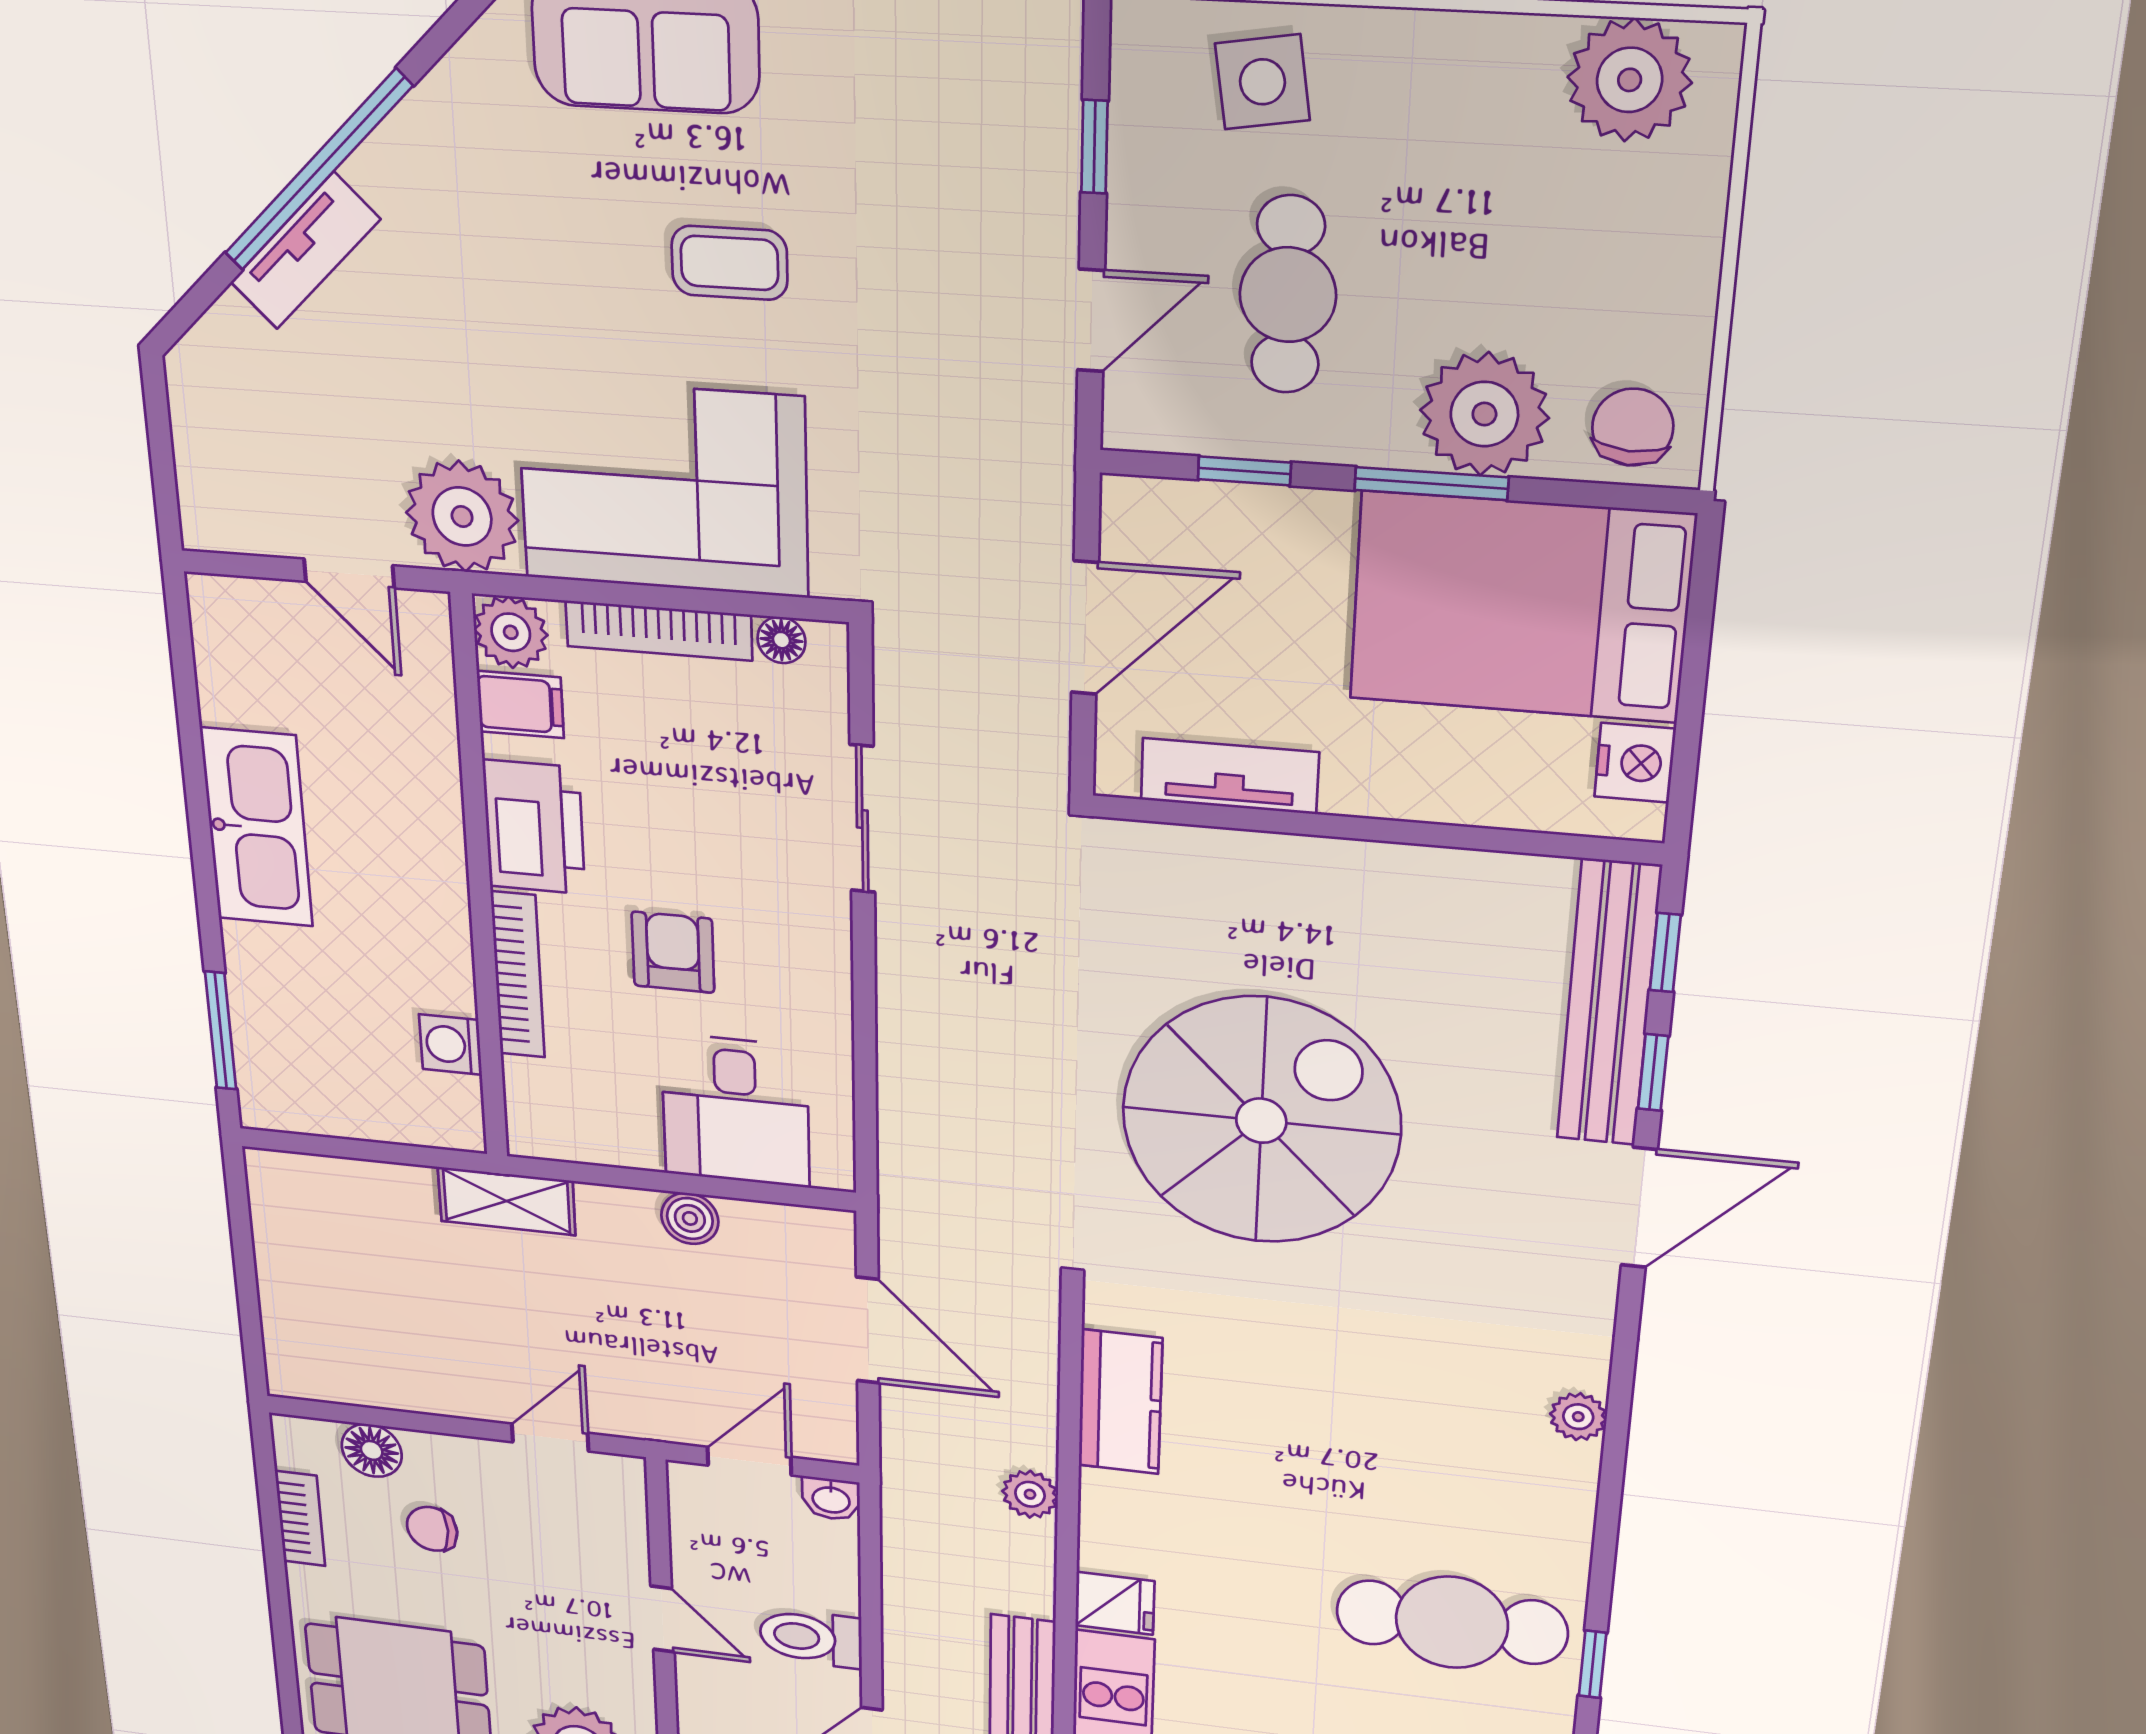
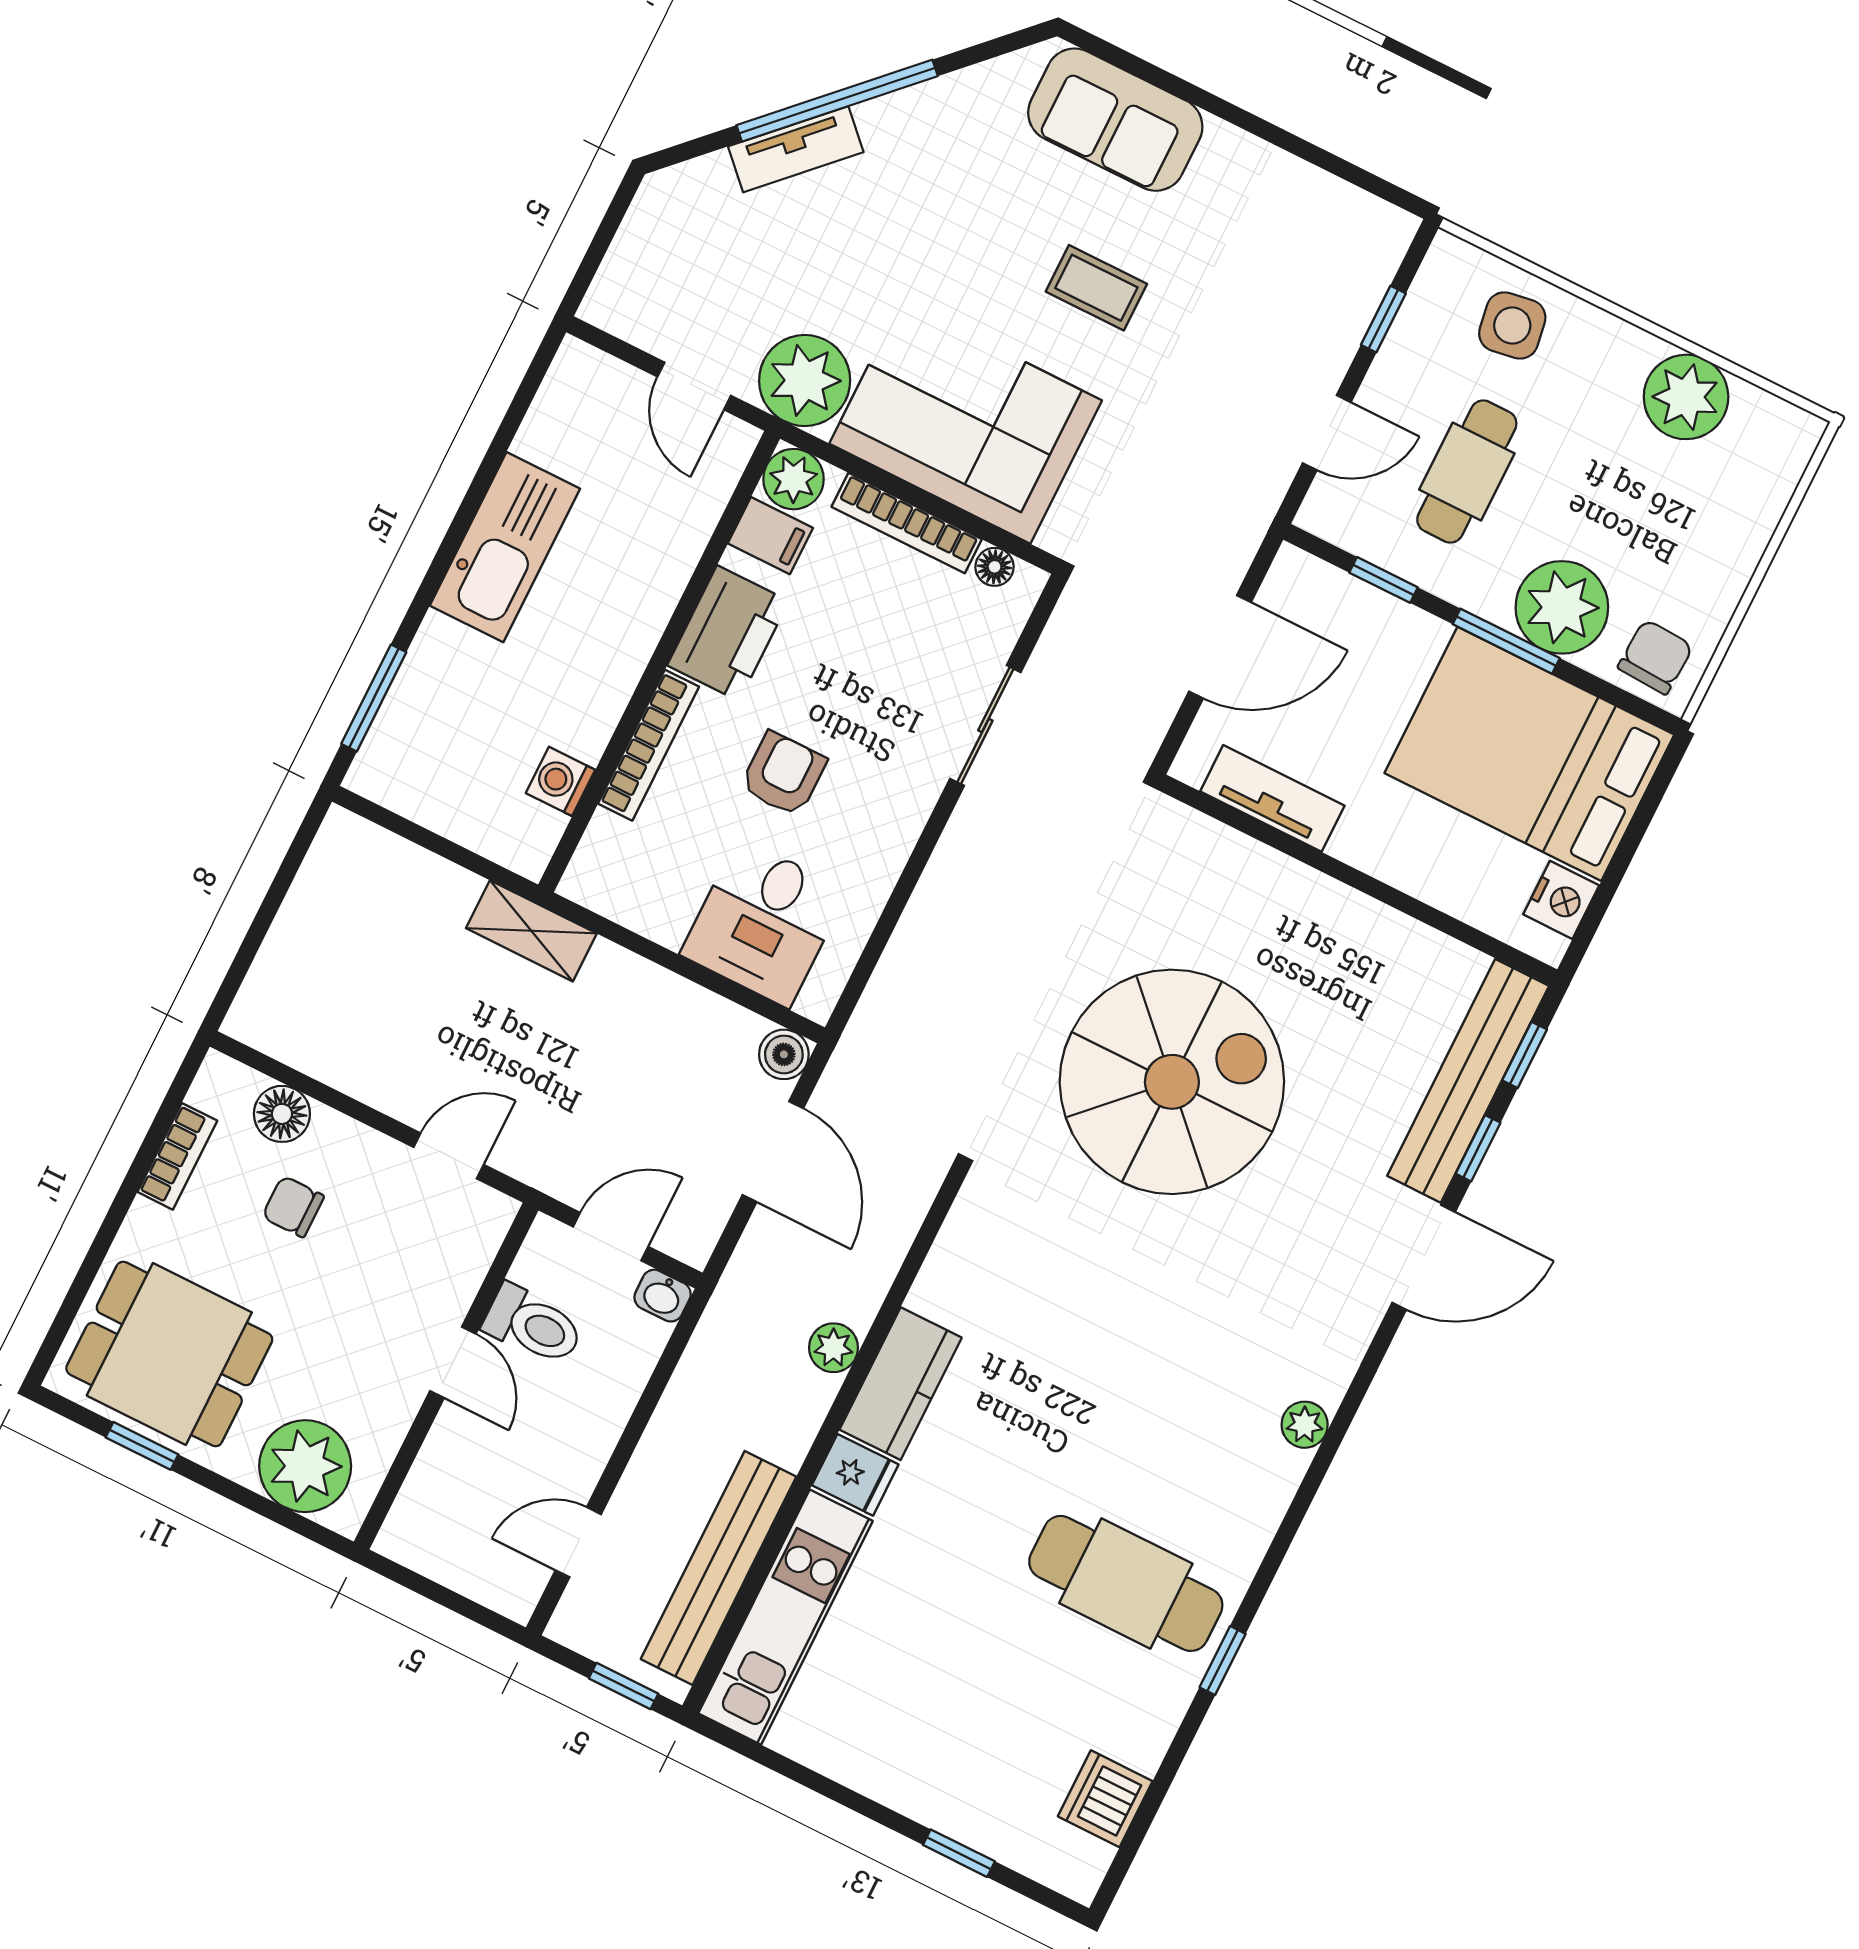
plant: (1630, 80) -> (1686, 397), moved
boiler: (690, 1218) -> (784, 1054), moved
kitchen counter: (1120, 1402) -> (901, 1384), moved
toilet: (811, 1638) -> (533, 1325), moved, turned 180

